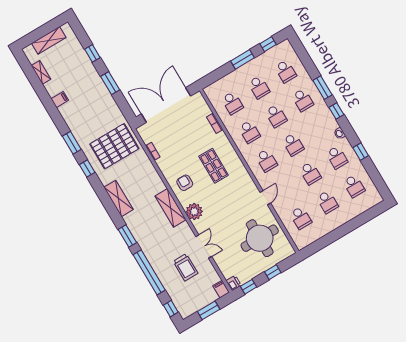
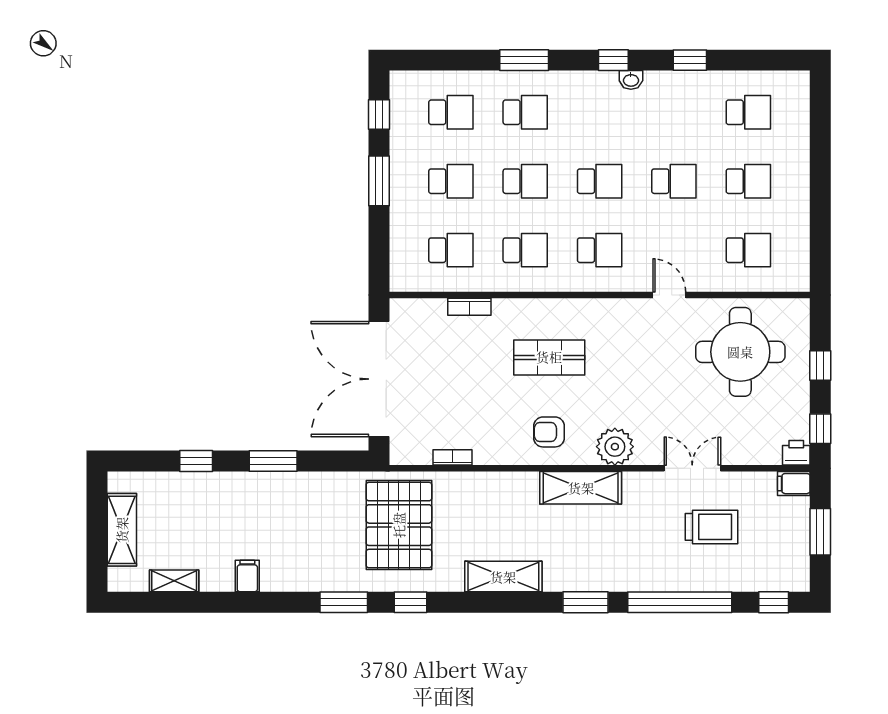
window: (336, 111) -> (613, 60), moved
school desk: (337, 157) -> (674, 112), removed

